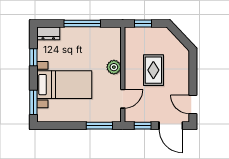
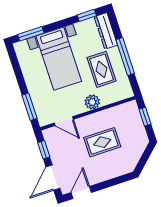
dresser: (48, 33) -> (106, 31), width x1.44
rug: (87, 49) -> (101, 69), added
window: (33, 57) -> (87, 15), moved

